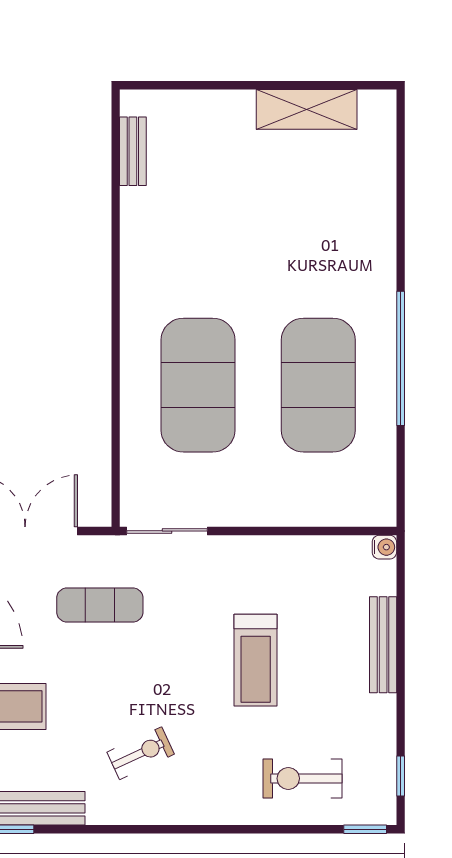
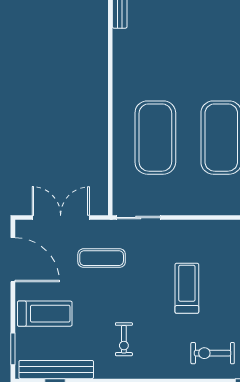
treadmill: (256, 660) -> (187, 288), turned 180
exercise bike: (141, 753) -> (124, 339), turned 115

